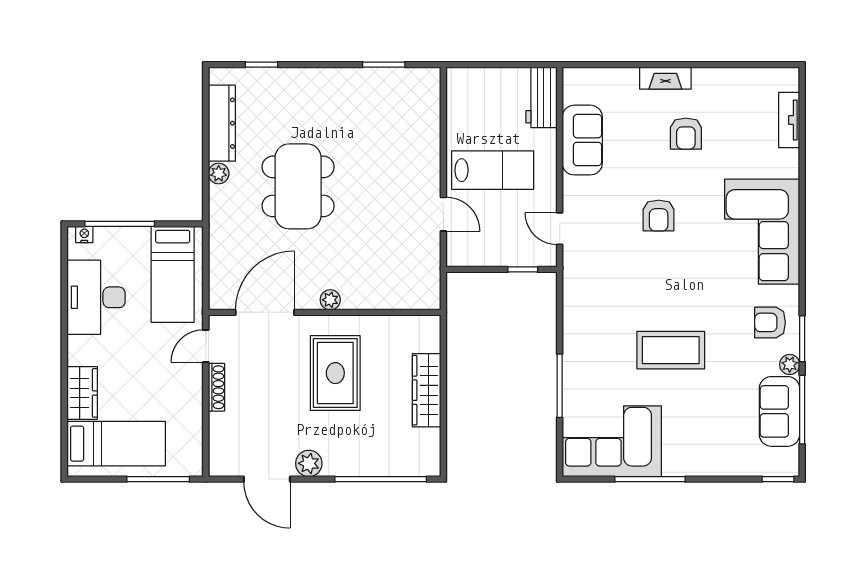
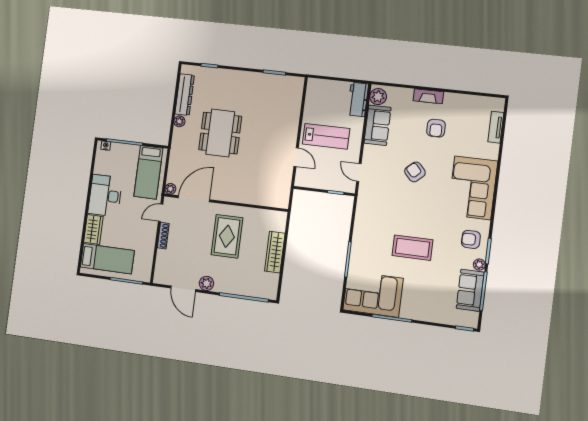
plant: (577, 88) -> (378, 97), added
armchair: (659, 216) -> (415, 172), turned 138
desk: (96, 297) -> (105, 196), moved
plant: (330, 300) -> (170, 189), moved

